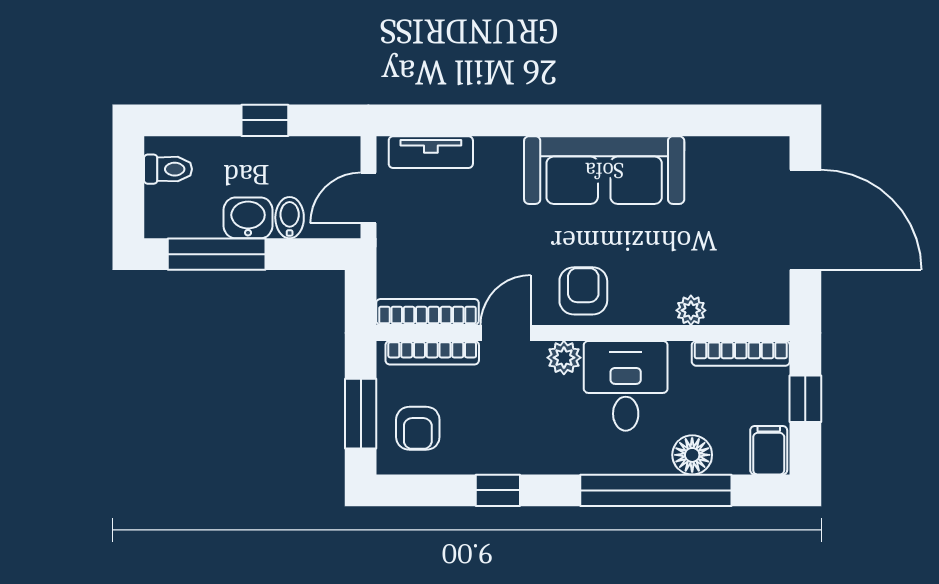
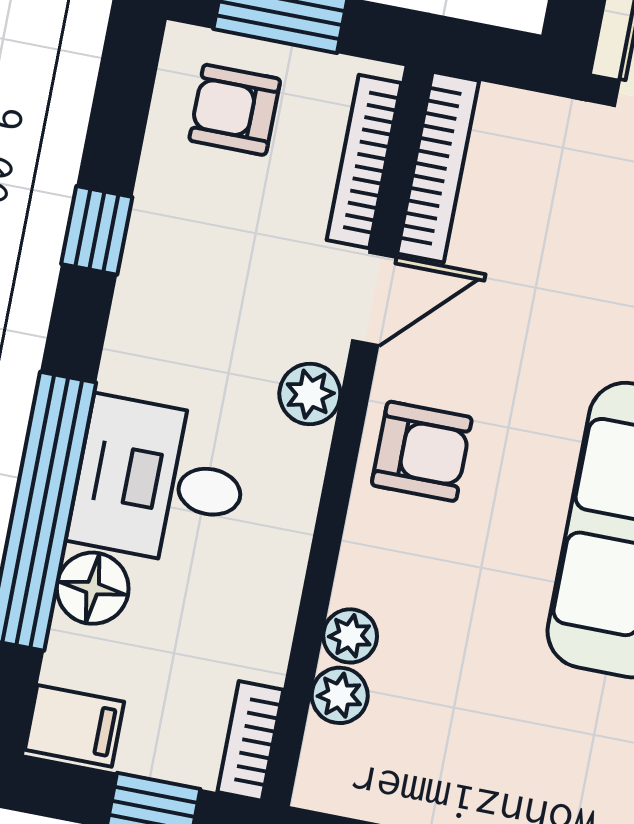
plant: (724, 310) -> (340, 695), added
door: (506, 333) -> (374, 299), hinge flipped
bookcase: (741, 353) -> (250, 741), width x0.64
desk: (626, 386) -> (160, 482), moved, turned 180

